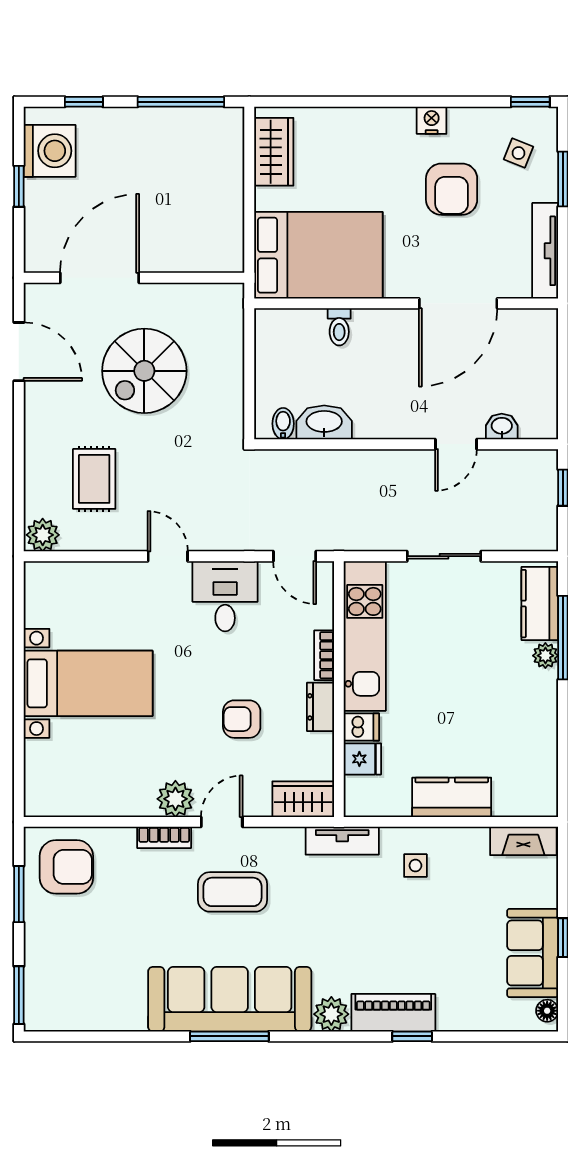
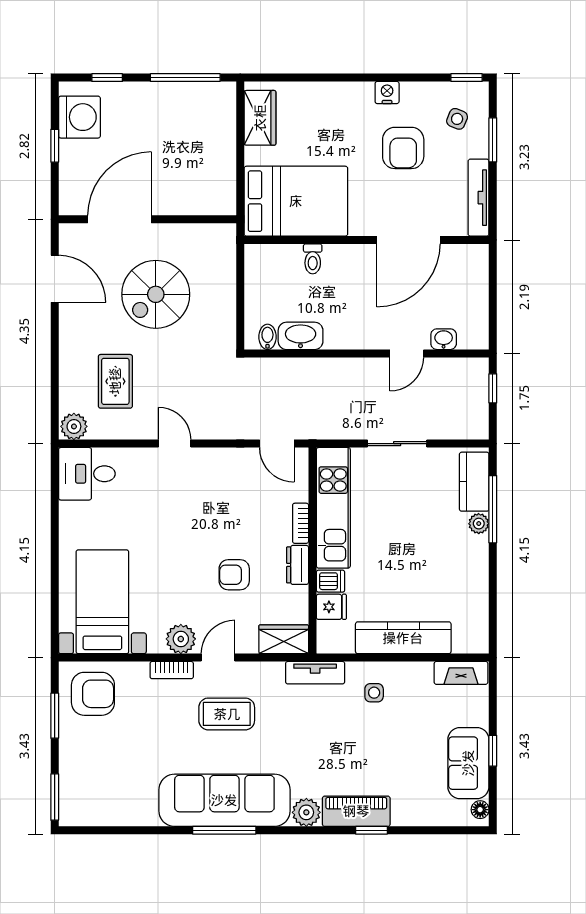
desk: (225, 596) -> (87, 474), moved, turned -90
bed with nightstands: (88, 683) -> (102, 602), moved, turned -90
kitchen counter: (452, 797) -> (403, 638), width x1.50

